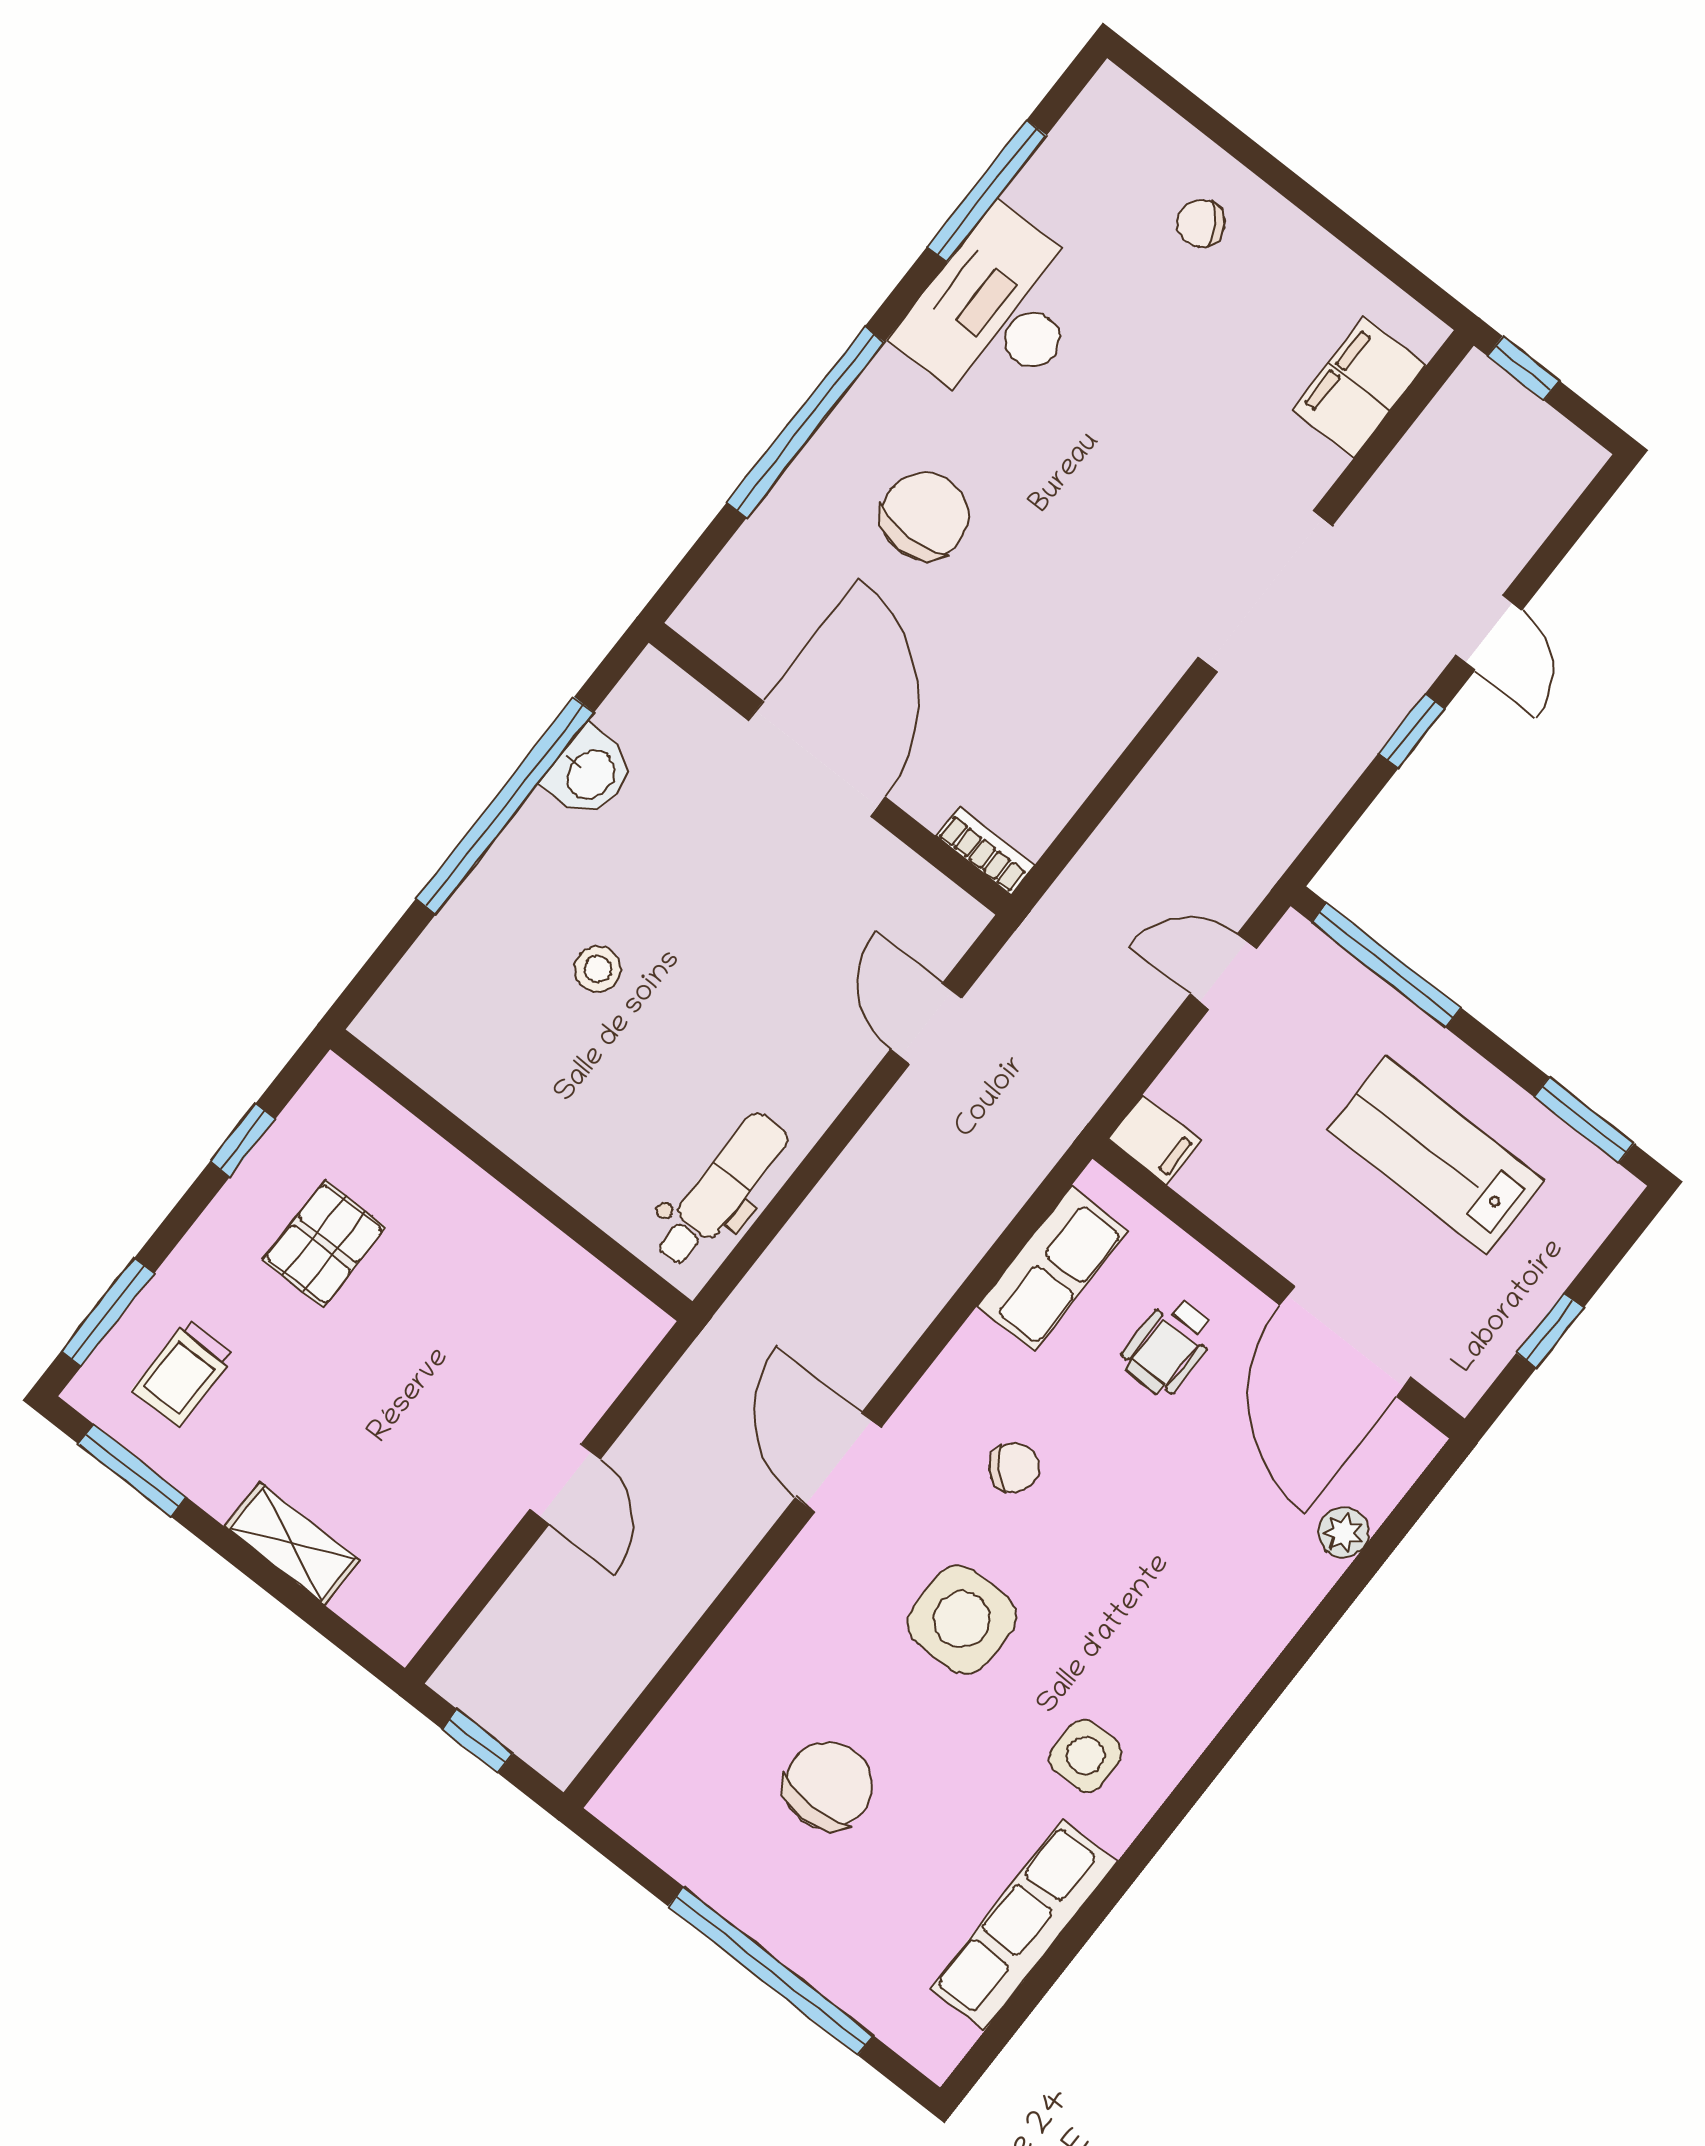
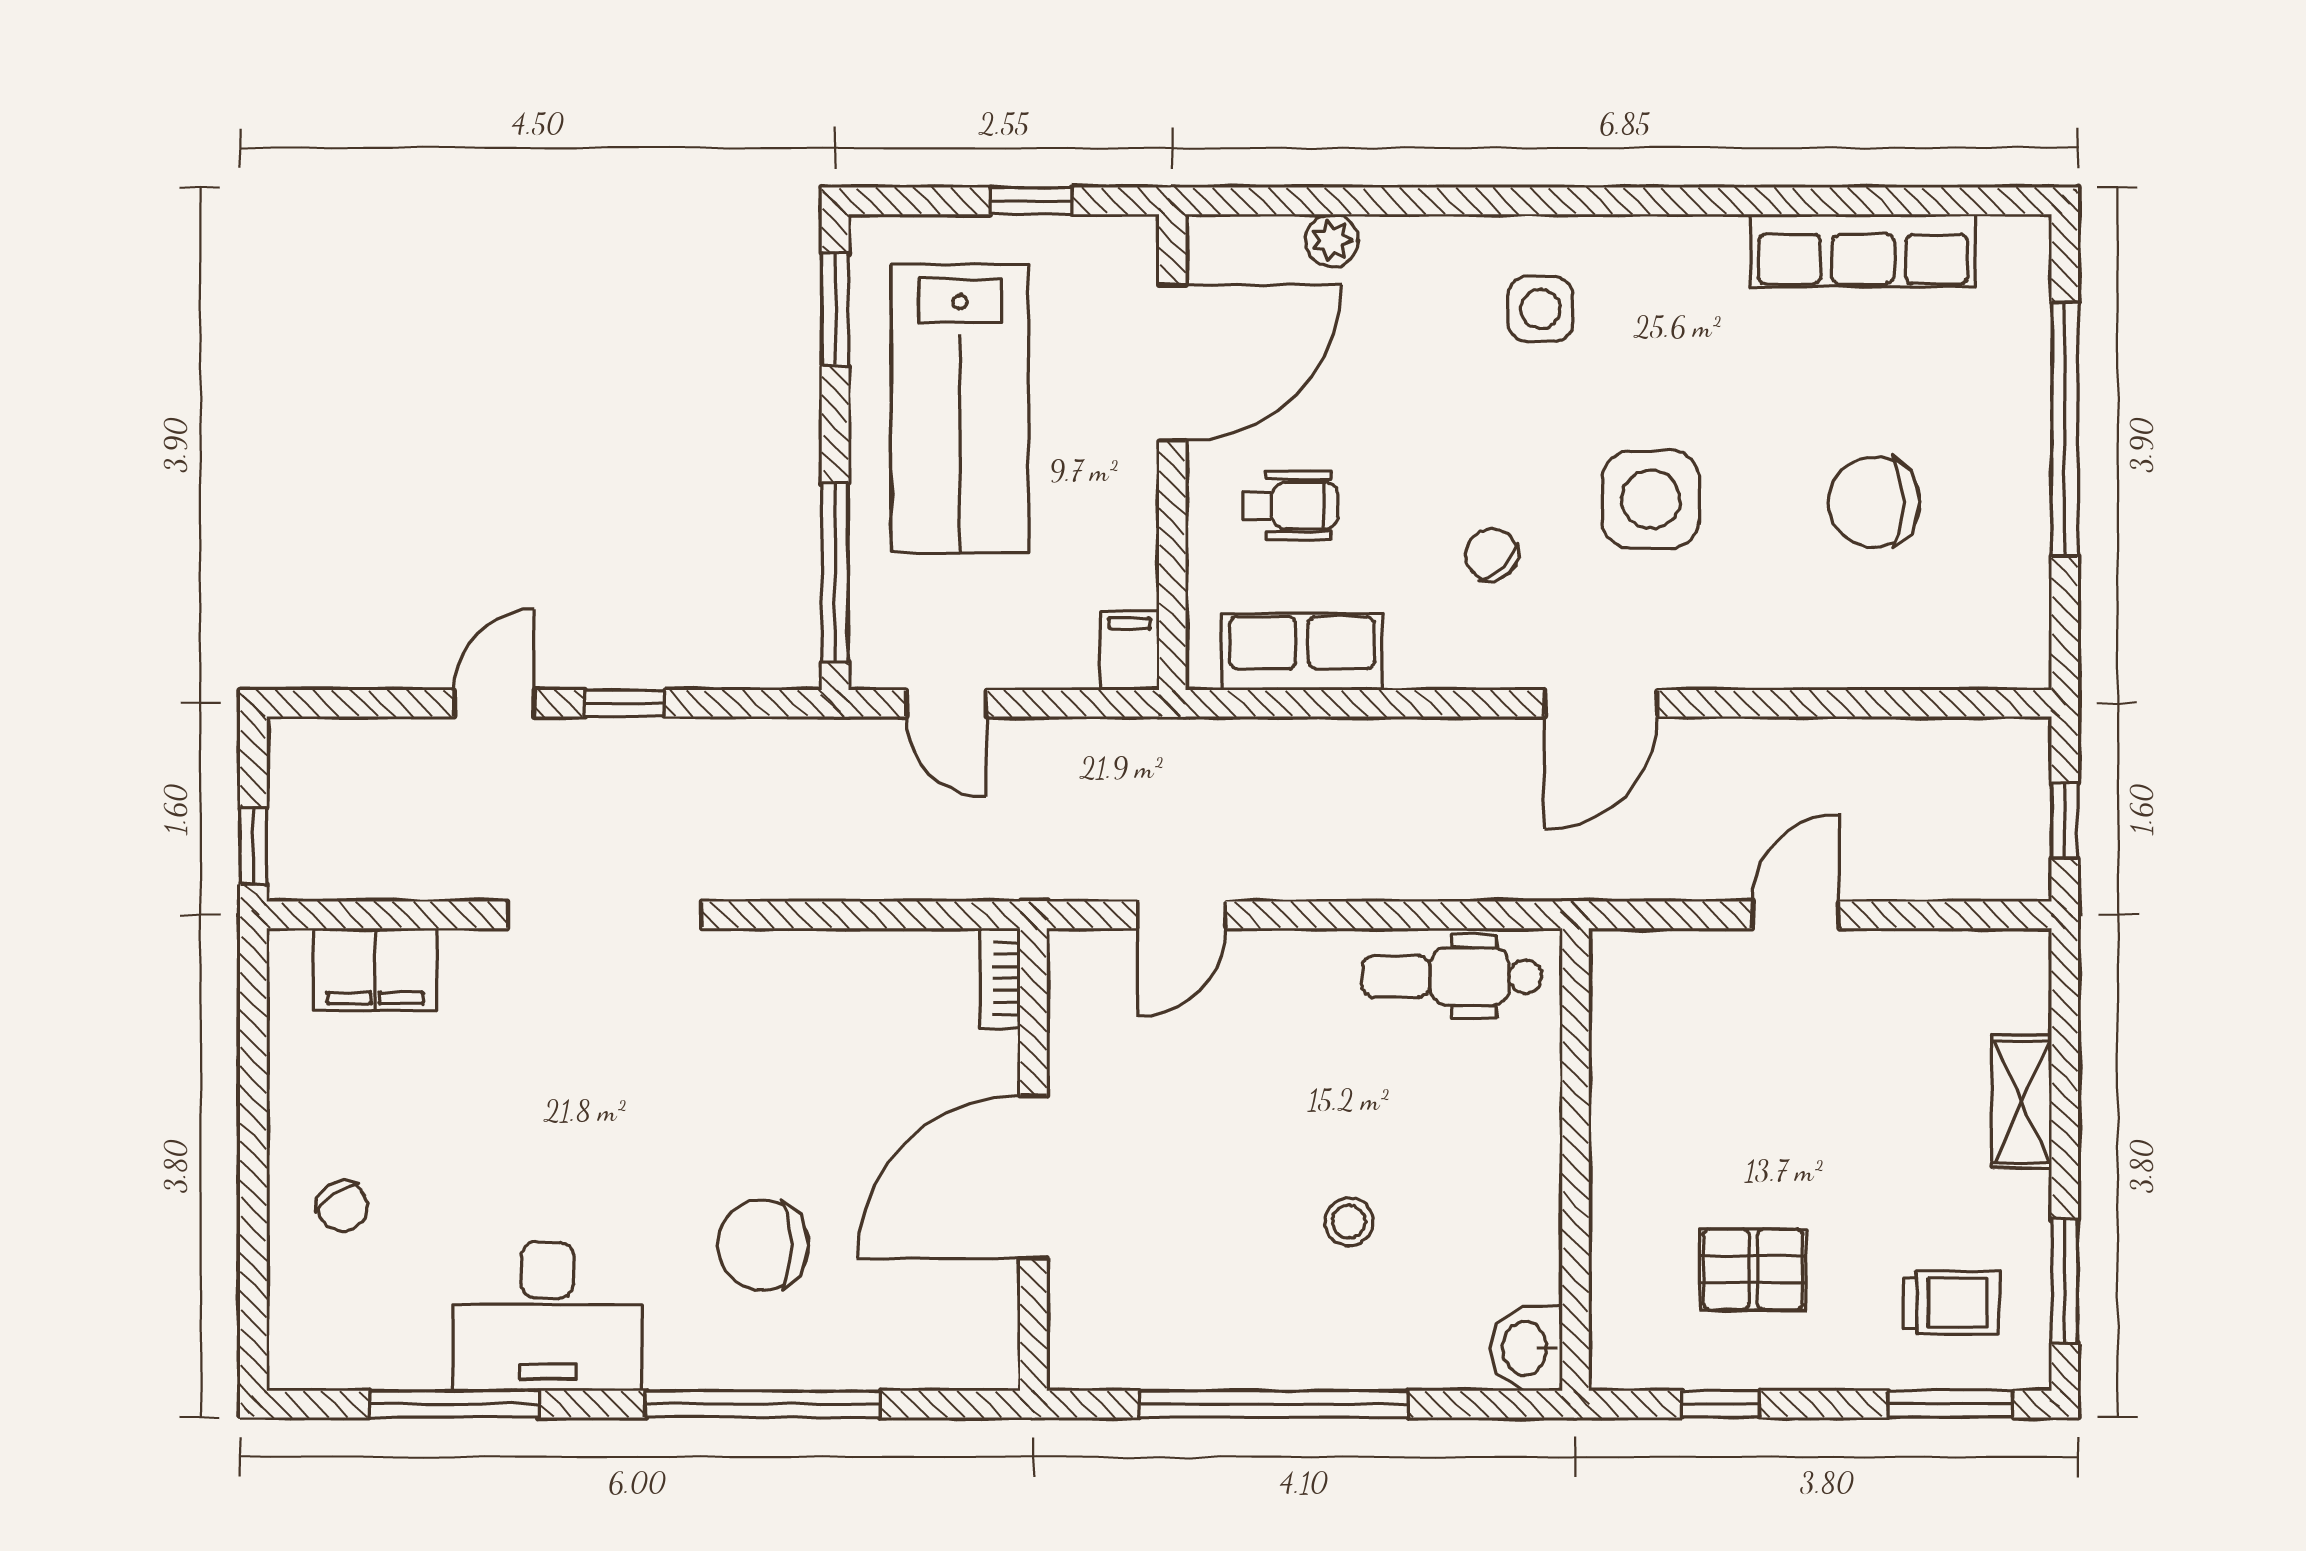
washbasin: (589, 773) -> (1527, 1349), moved, turned -90
lab bench: (1436, 1155) -> (960, 409), width x1.36, depth x1.39
side table: (1086, 1756) -> (1540, 309), moved

